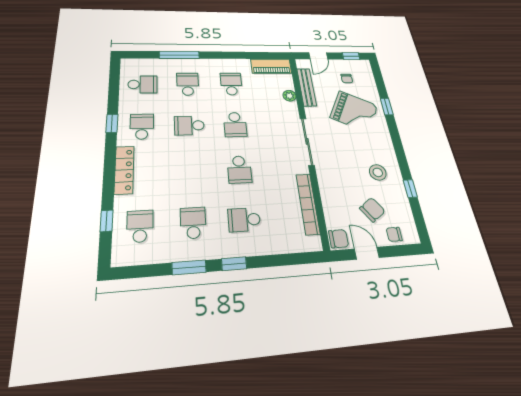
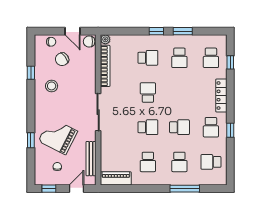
plant: (289, 96) -> (105, 39), moved
school desk: (235, 124) -> (148, 127), turned 90

